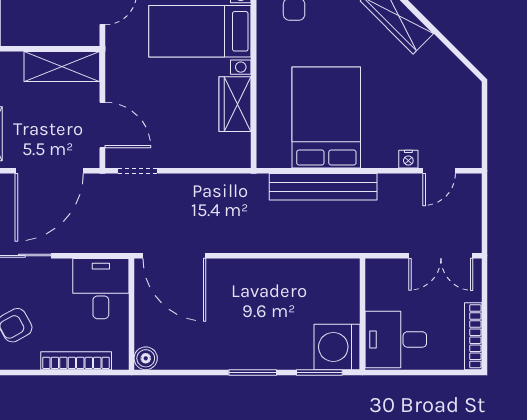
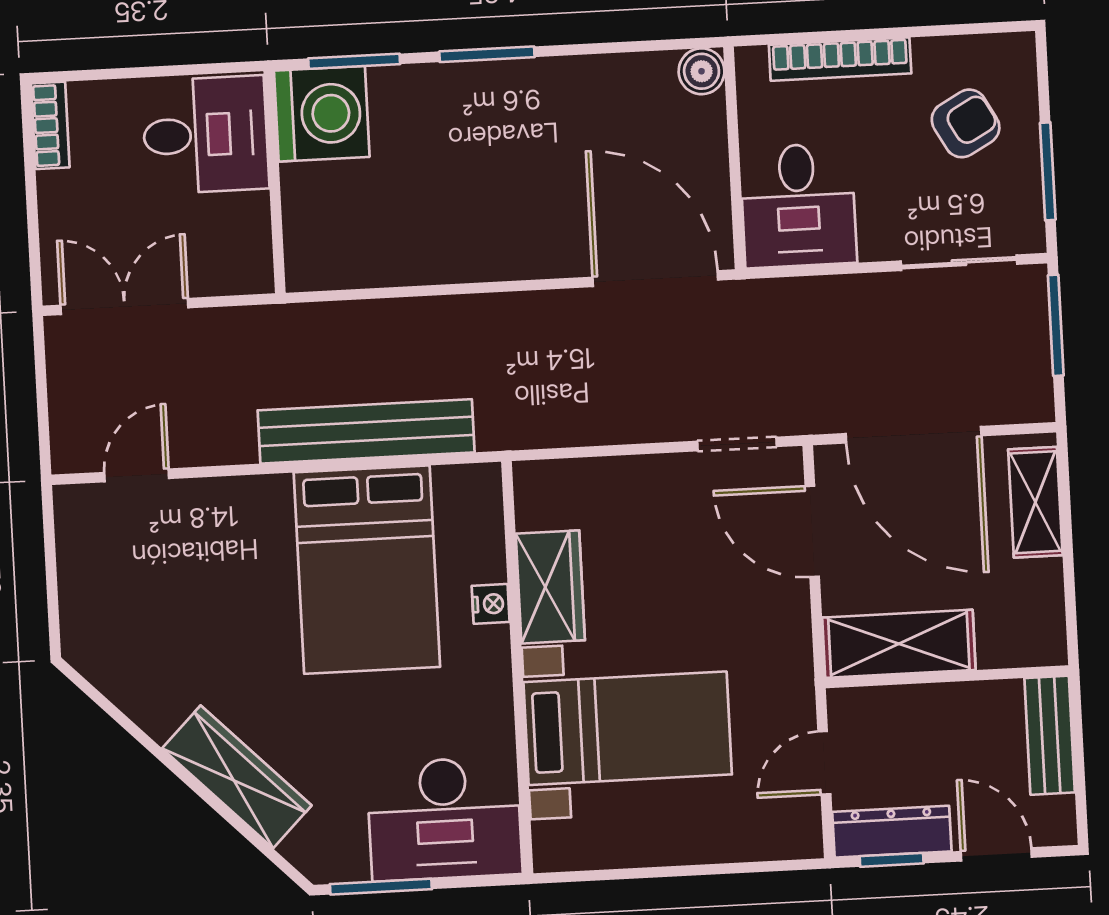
nightstand: (408, 159) -> (491, 604), moved, turned 90
door: (49, 171) -> (914, 435), swing flipped
bookcase: (473, 336) -> (50, 125), width x0.64

